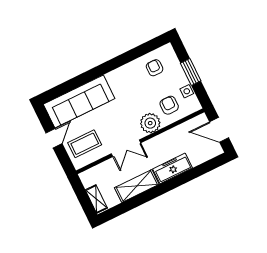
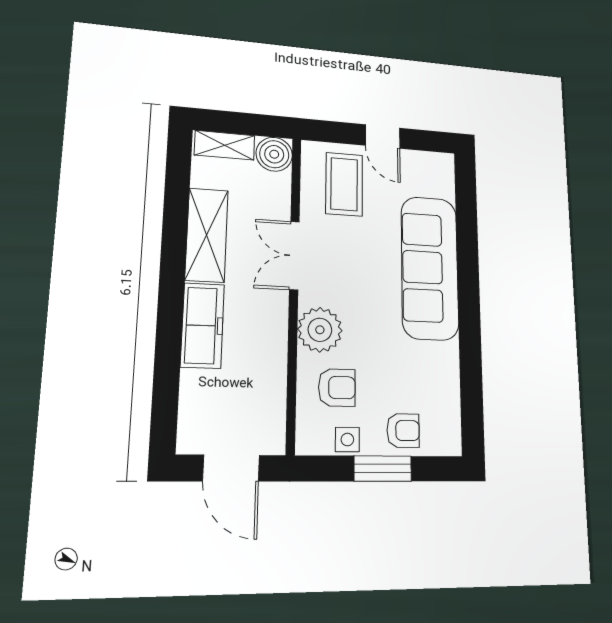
armchair: (155, 68) -> (403, 431), moved
sofa: (79, 101) -> (430, 268), moved
door: (219, 130) -> (231, 468), swing flipped
boiler: (88, 178) -> (274, 154), added

